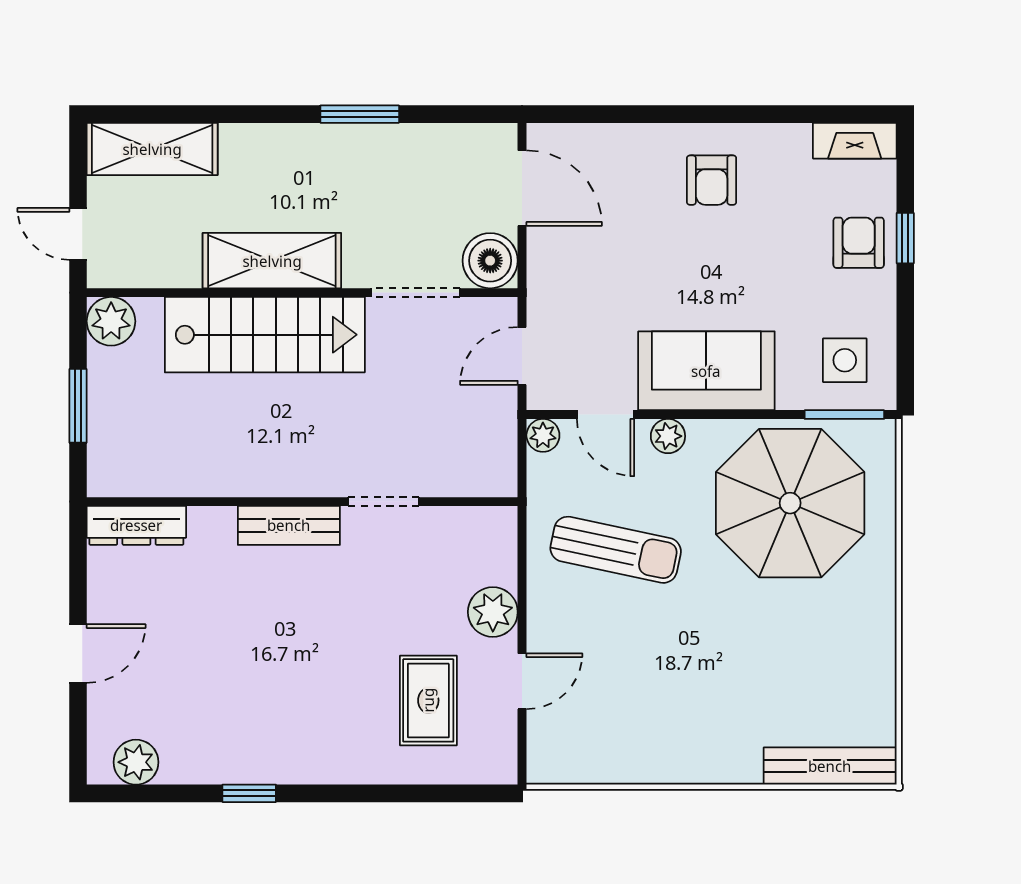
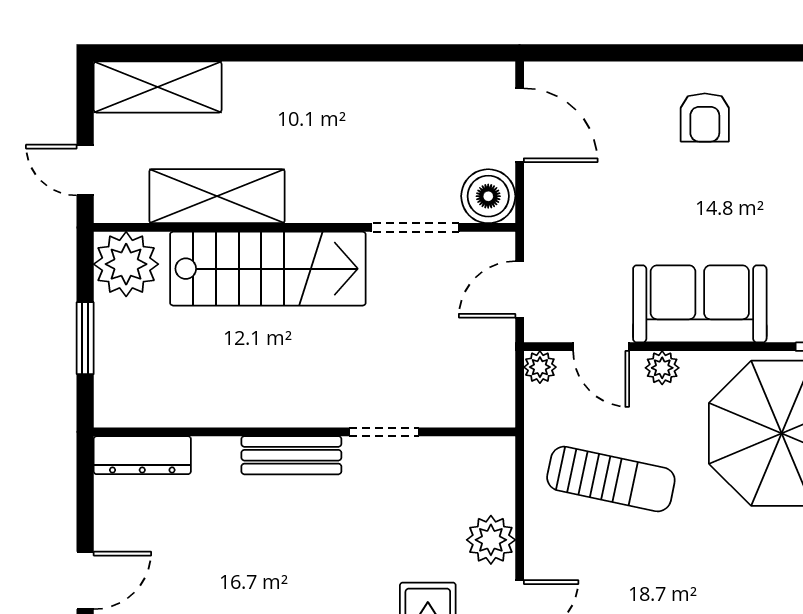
window: (360, 114) -> (361, 53), removed
shelving: (272, 261) -> (217, 196), moved
plant: (111, 321) -> (126, 264), width x1.36, depth x1.36

